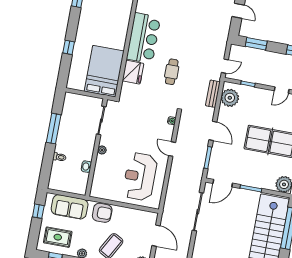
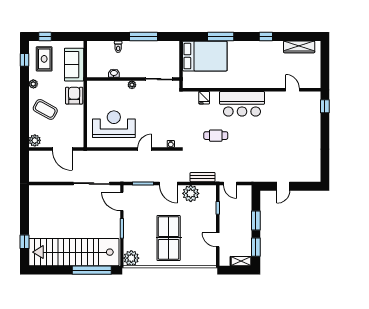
window: (256, 44) -> (256, 221), moved
window: (69, 47) -> (221, 37), width x2.17
bed: (104, 71) -> (205, 56), moved
fridge: (133, 72) -> (204, 98), width x0.53, depth x0.75
plant: (230, 98) -> (191, 193), moved
door: (213, 131) -> (168, 184), hinge flipped
window: (38, 211) -> (45, 37), moved
armchair: (102, 213) -> (74, 96), turned 180
door: (156, 236) -> (62, 149), hinge flipped

